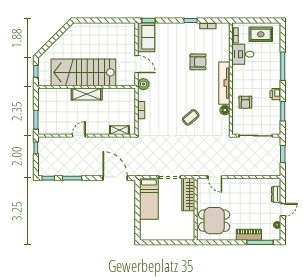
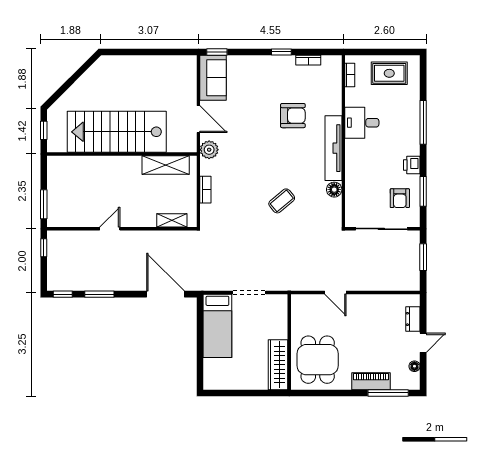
desk: (243, 54) -> (362, 123), moved
shelving: (87, 94) -> (166, 165), moved
armchair: (245, 102) -> (400, 198), moved
door: (215, 177) -> (335, 293), moved
wardrobe: (188, 195) -> (278, 365), moved
dining table: (214, 221) -> (318, 360), turned 90

